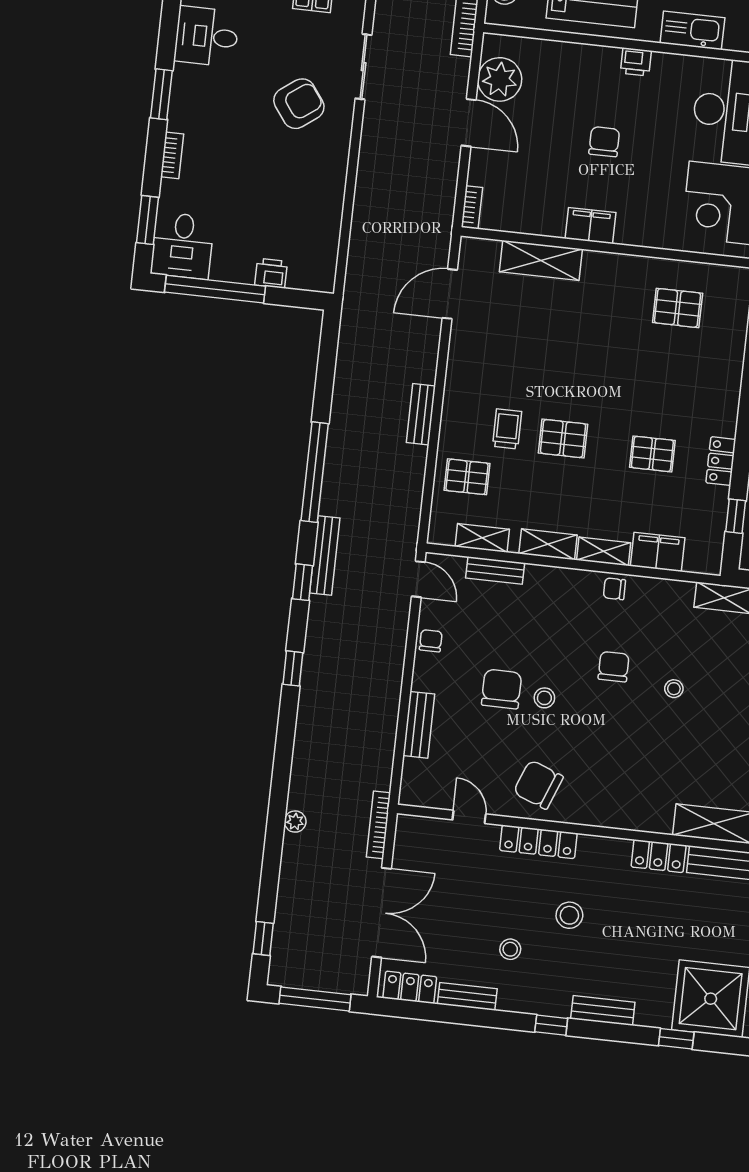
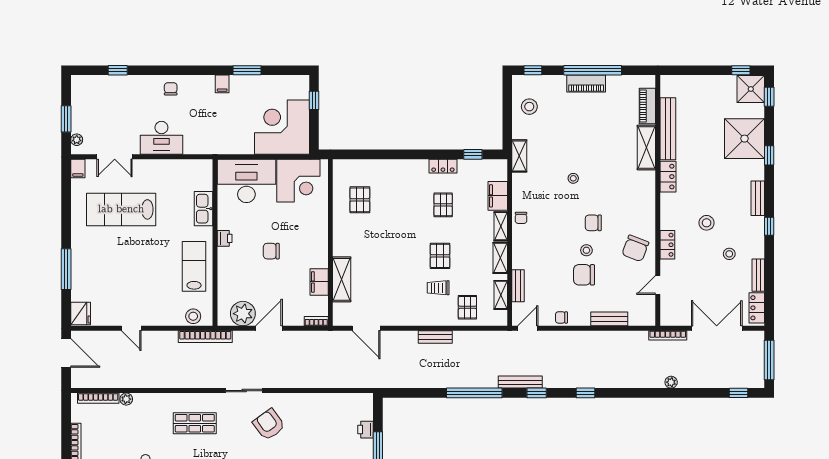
filing cabinet: (590, 226) -> (319, 282), moved
chair: (614, 667) -> (593, 223), moved
locker: (538, 842) -> (667, 245), width x0.66

